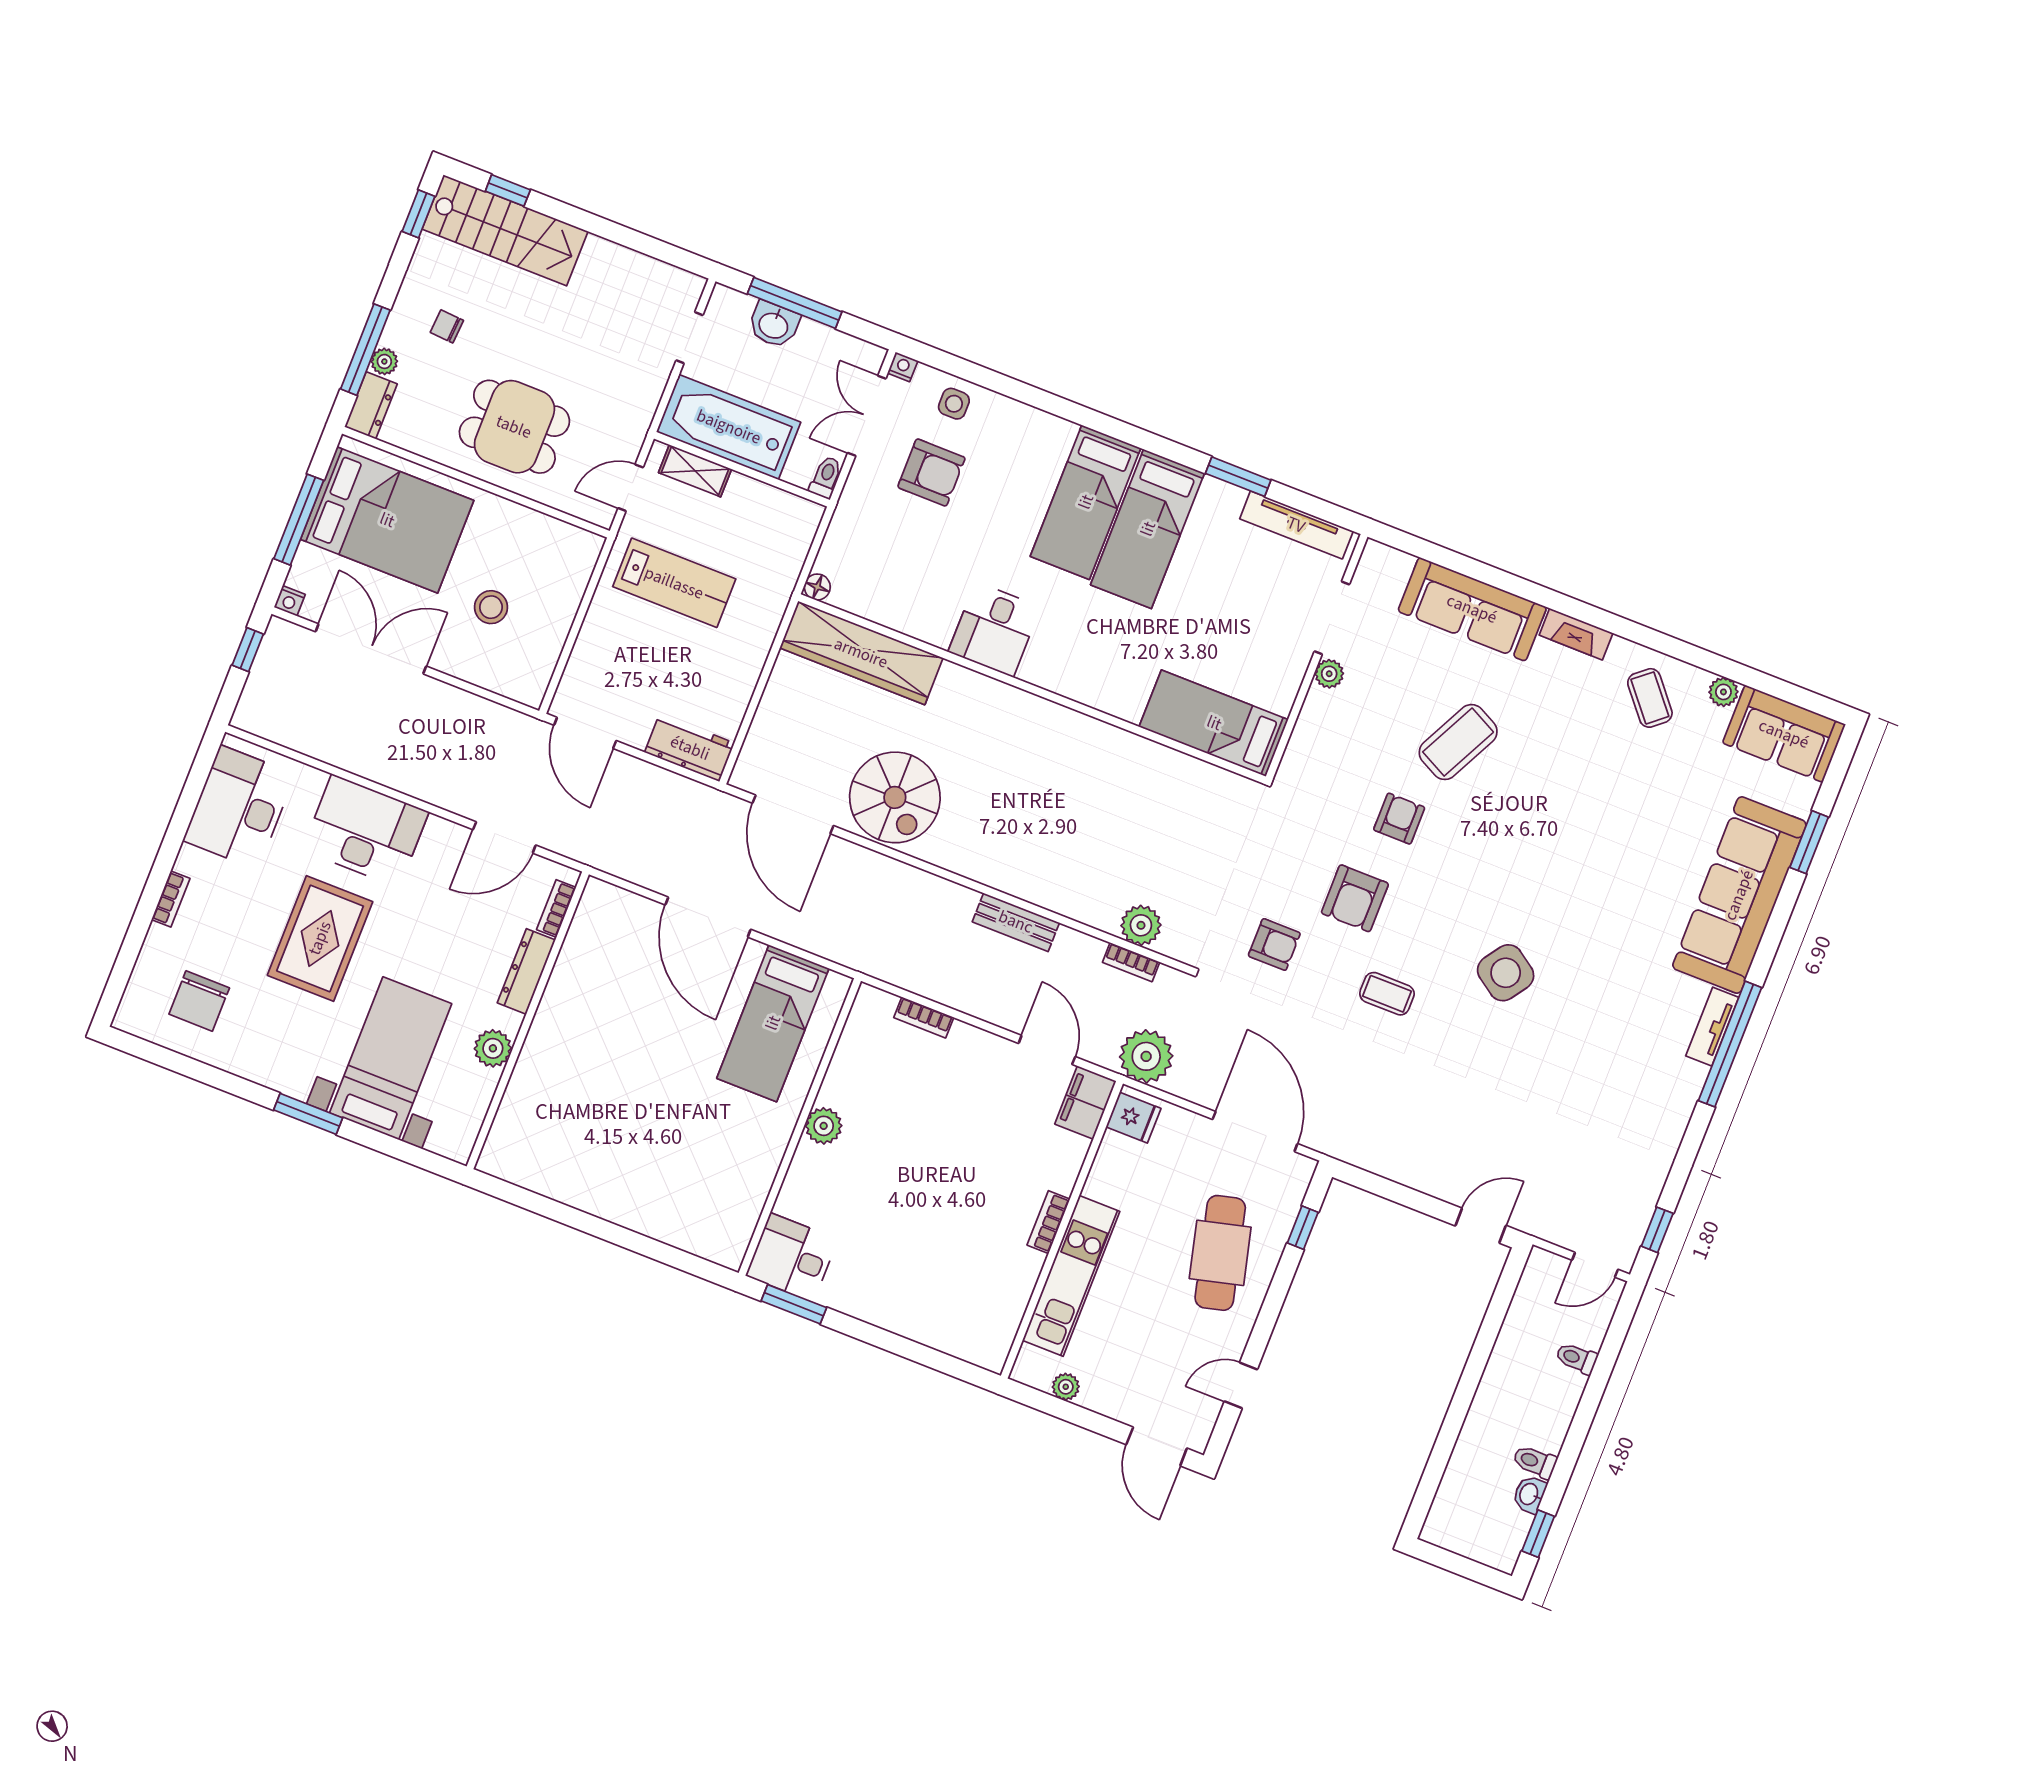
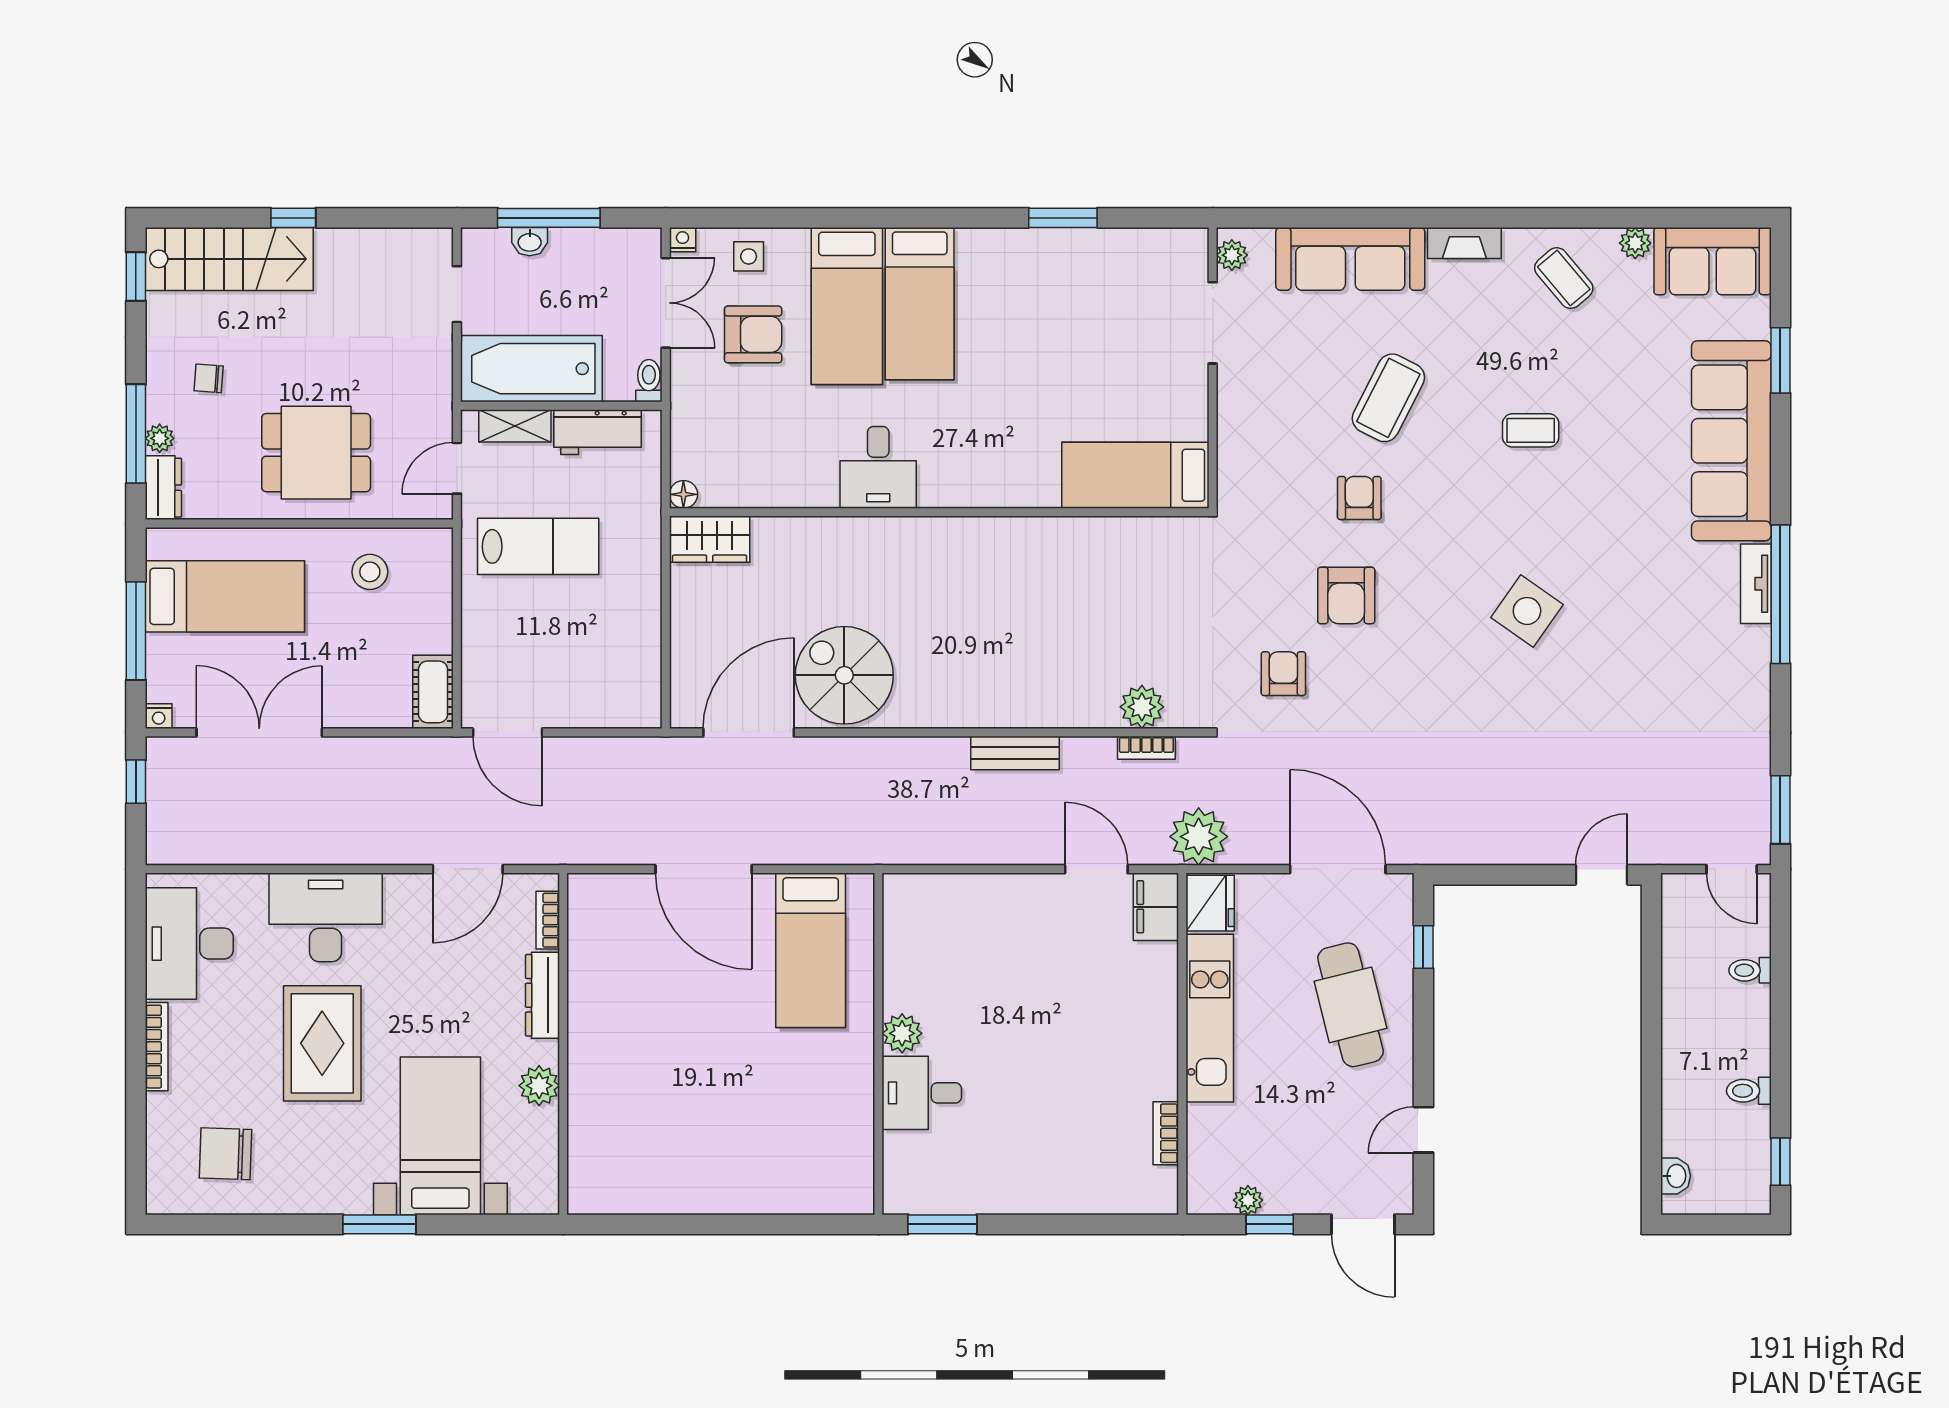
window: (508, 190) -> (293, 218), moved
washbasin: (774, 325) -> (530, 242), width x0.72, depth x0.69
double door: (867, 416) -> (666, 303), swing flipped
bed: (387, 520) -> (225, 596), width x0.67
tv unit: (1296, 525) -> (1140, 243), removed
bed: (1148, 529) -> (847, 306), moved
stool: (491, 607) -> (370, 572), moved
wardrobe: (861, 653) -> (710, 539), width x0.48, depth x0.85
cot: (534, 673) -> (433, 692), added
plant: (1329, 674) -> (1232, 255), moved
workbench: (690, 748) -> (598, 432), moved, turned 180
spiral stairs: (895, 797) -> (844, 675), turned 180
door: (793, 814) -> (749, 732), swing flipped
bookcase: (171, 899) -> (157, 1047), width x1.56
armchair: (1274, 944) -> (1283, 674), turned -90
coffee table: (1387, 994) -> (1531, 430), moved
chair: (199, 1001) -> (225, 1154), turned 92
bookcase: (924, 1017) -> (960, 885), removed
fridge: (1134, 1118) -> (1210, 903), width x1.38
bookcase: (1049, 1222) -> (1166, 1133), moved
window: (1657, 1230) -> (1780, 810), width x1.50
desk: (792, 1257) -> (922, 1093), moved
door: (1595, 1265) -> (1732, 869), hinge flipped
kitchen unit: (1071, 1276) -> (1210, 1018), moved
window: (1076, 1415) -> (1270, 1224), added
washbasin: (1529, 1494) -> (1676, 1176), moved, turned 180

